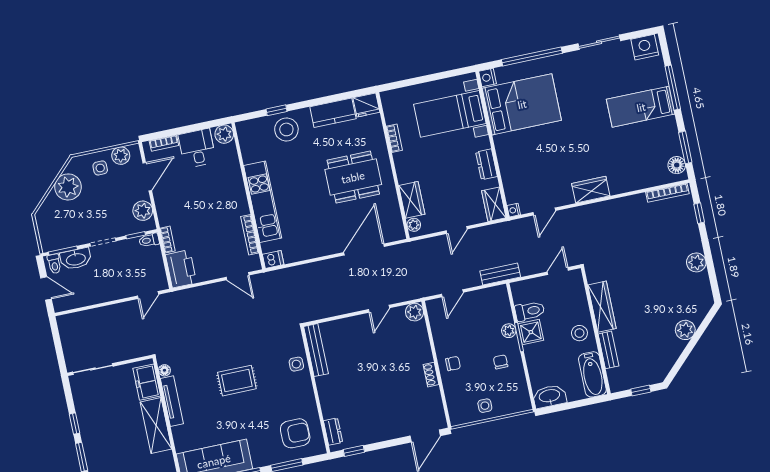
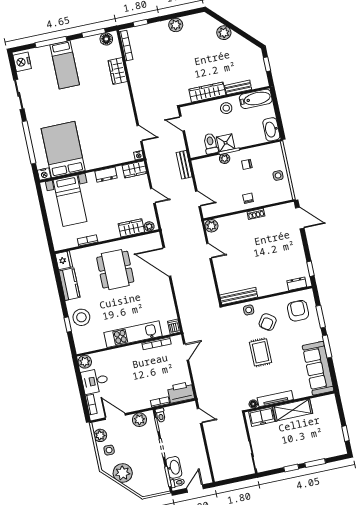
wardrobe: (591, 190) -> (118, 71), moved
armchair: (279, 391) -> (268, 322), added

